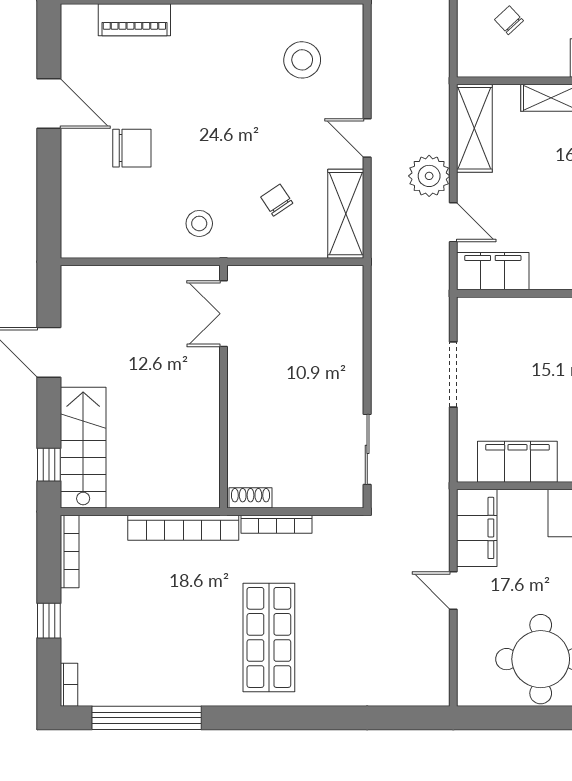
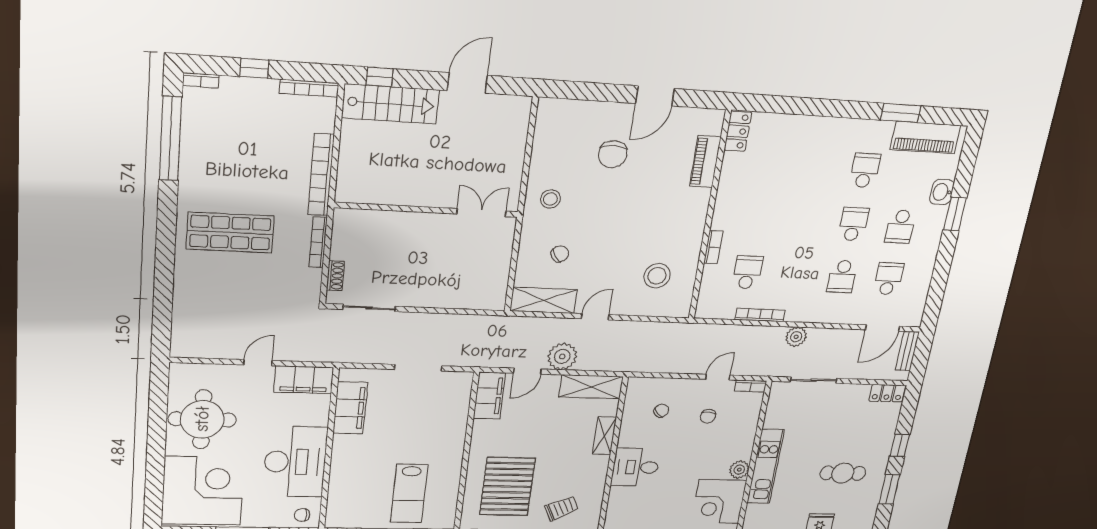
shoe rack: (251, 498) -> (335, 276), moved

